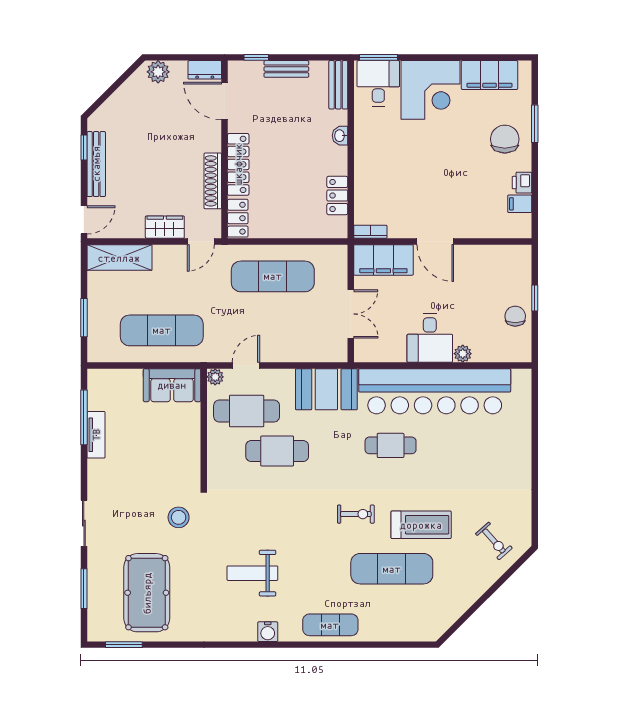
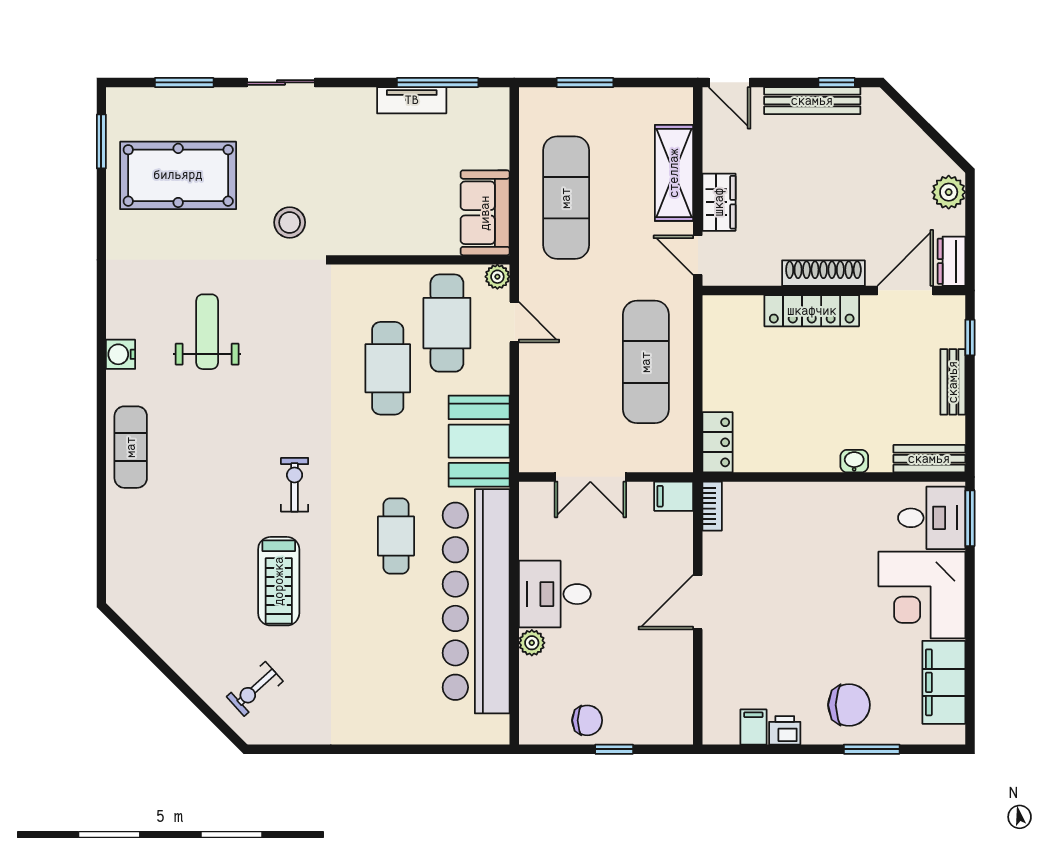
shoe rack: (213, 181) -> (823, 273), moved
locker: (337, 195) -> (718, 442), moved, turned 90
locker: (238, 218) -> (732, 310), removed
shelving: (119, 258) -> (674, 173), moved
filing cabinet: (383, 260) -> (674, 496), width x0.33, depth x0.86
exercise bike: (356, 514) -> (295, 485), turned 180
exercise mat: (392, 569) -> (214, 538), removed

